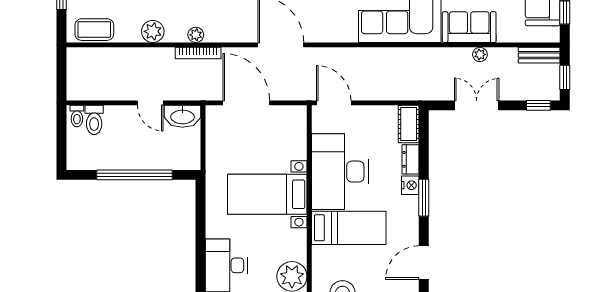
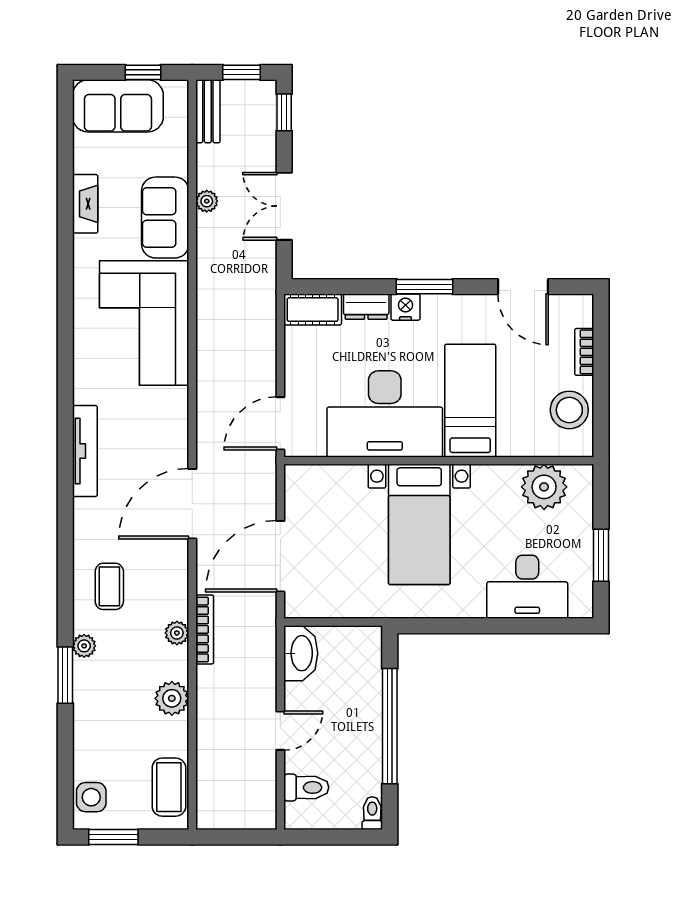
door: (150, 103) -> (280, 731), moved
toilet: (77, 116) -> (372, 813), moved, turned -90

